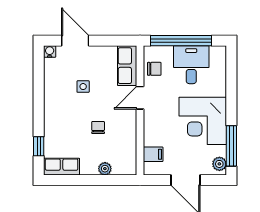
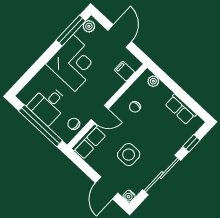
side table: (83, 87) -> (129, 155), width x1.87, depth x1.87
sliding door: (39, 95) -> (162, 175), added
chair: (98, 127) -> (135, 107), moved
row of seats: (62, 167) -> (181, 109), moved
plant: (105, 169) -> (153, 81), moved

